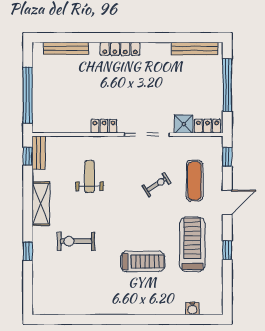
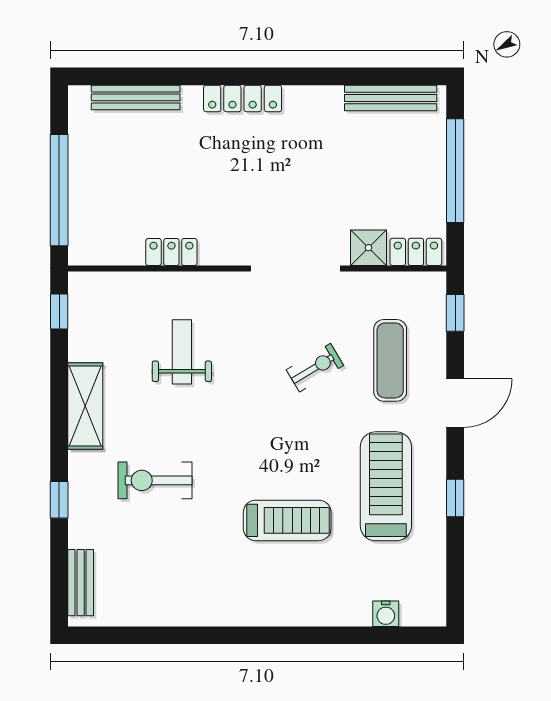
locker: (104, 126) -> (171, 252), moved
bench: (38, 153) -> (81, 583), moved

